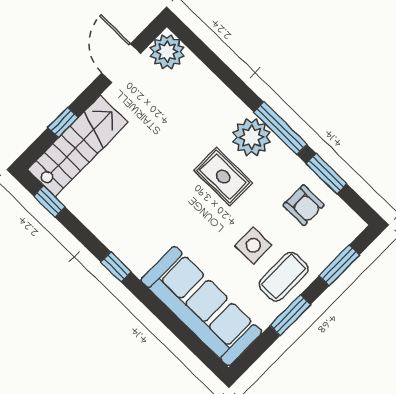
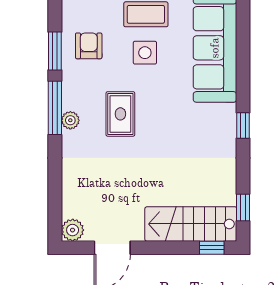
plant: (167, 52) -> (73, 230), width x0.73, depth x0.73
window: (63, 122) -> (212, 248), moved
plant: (252, 137) -> (70, 120), width x0.53, depth x0.53

